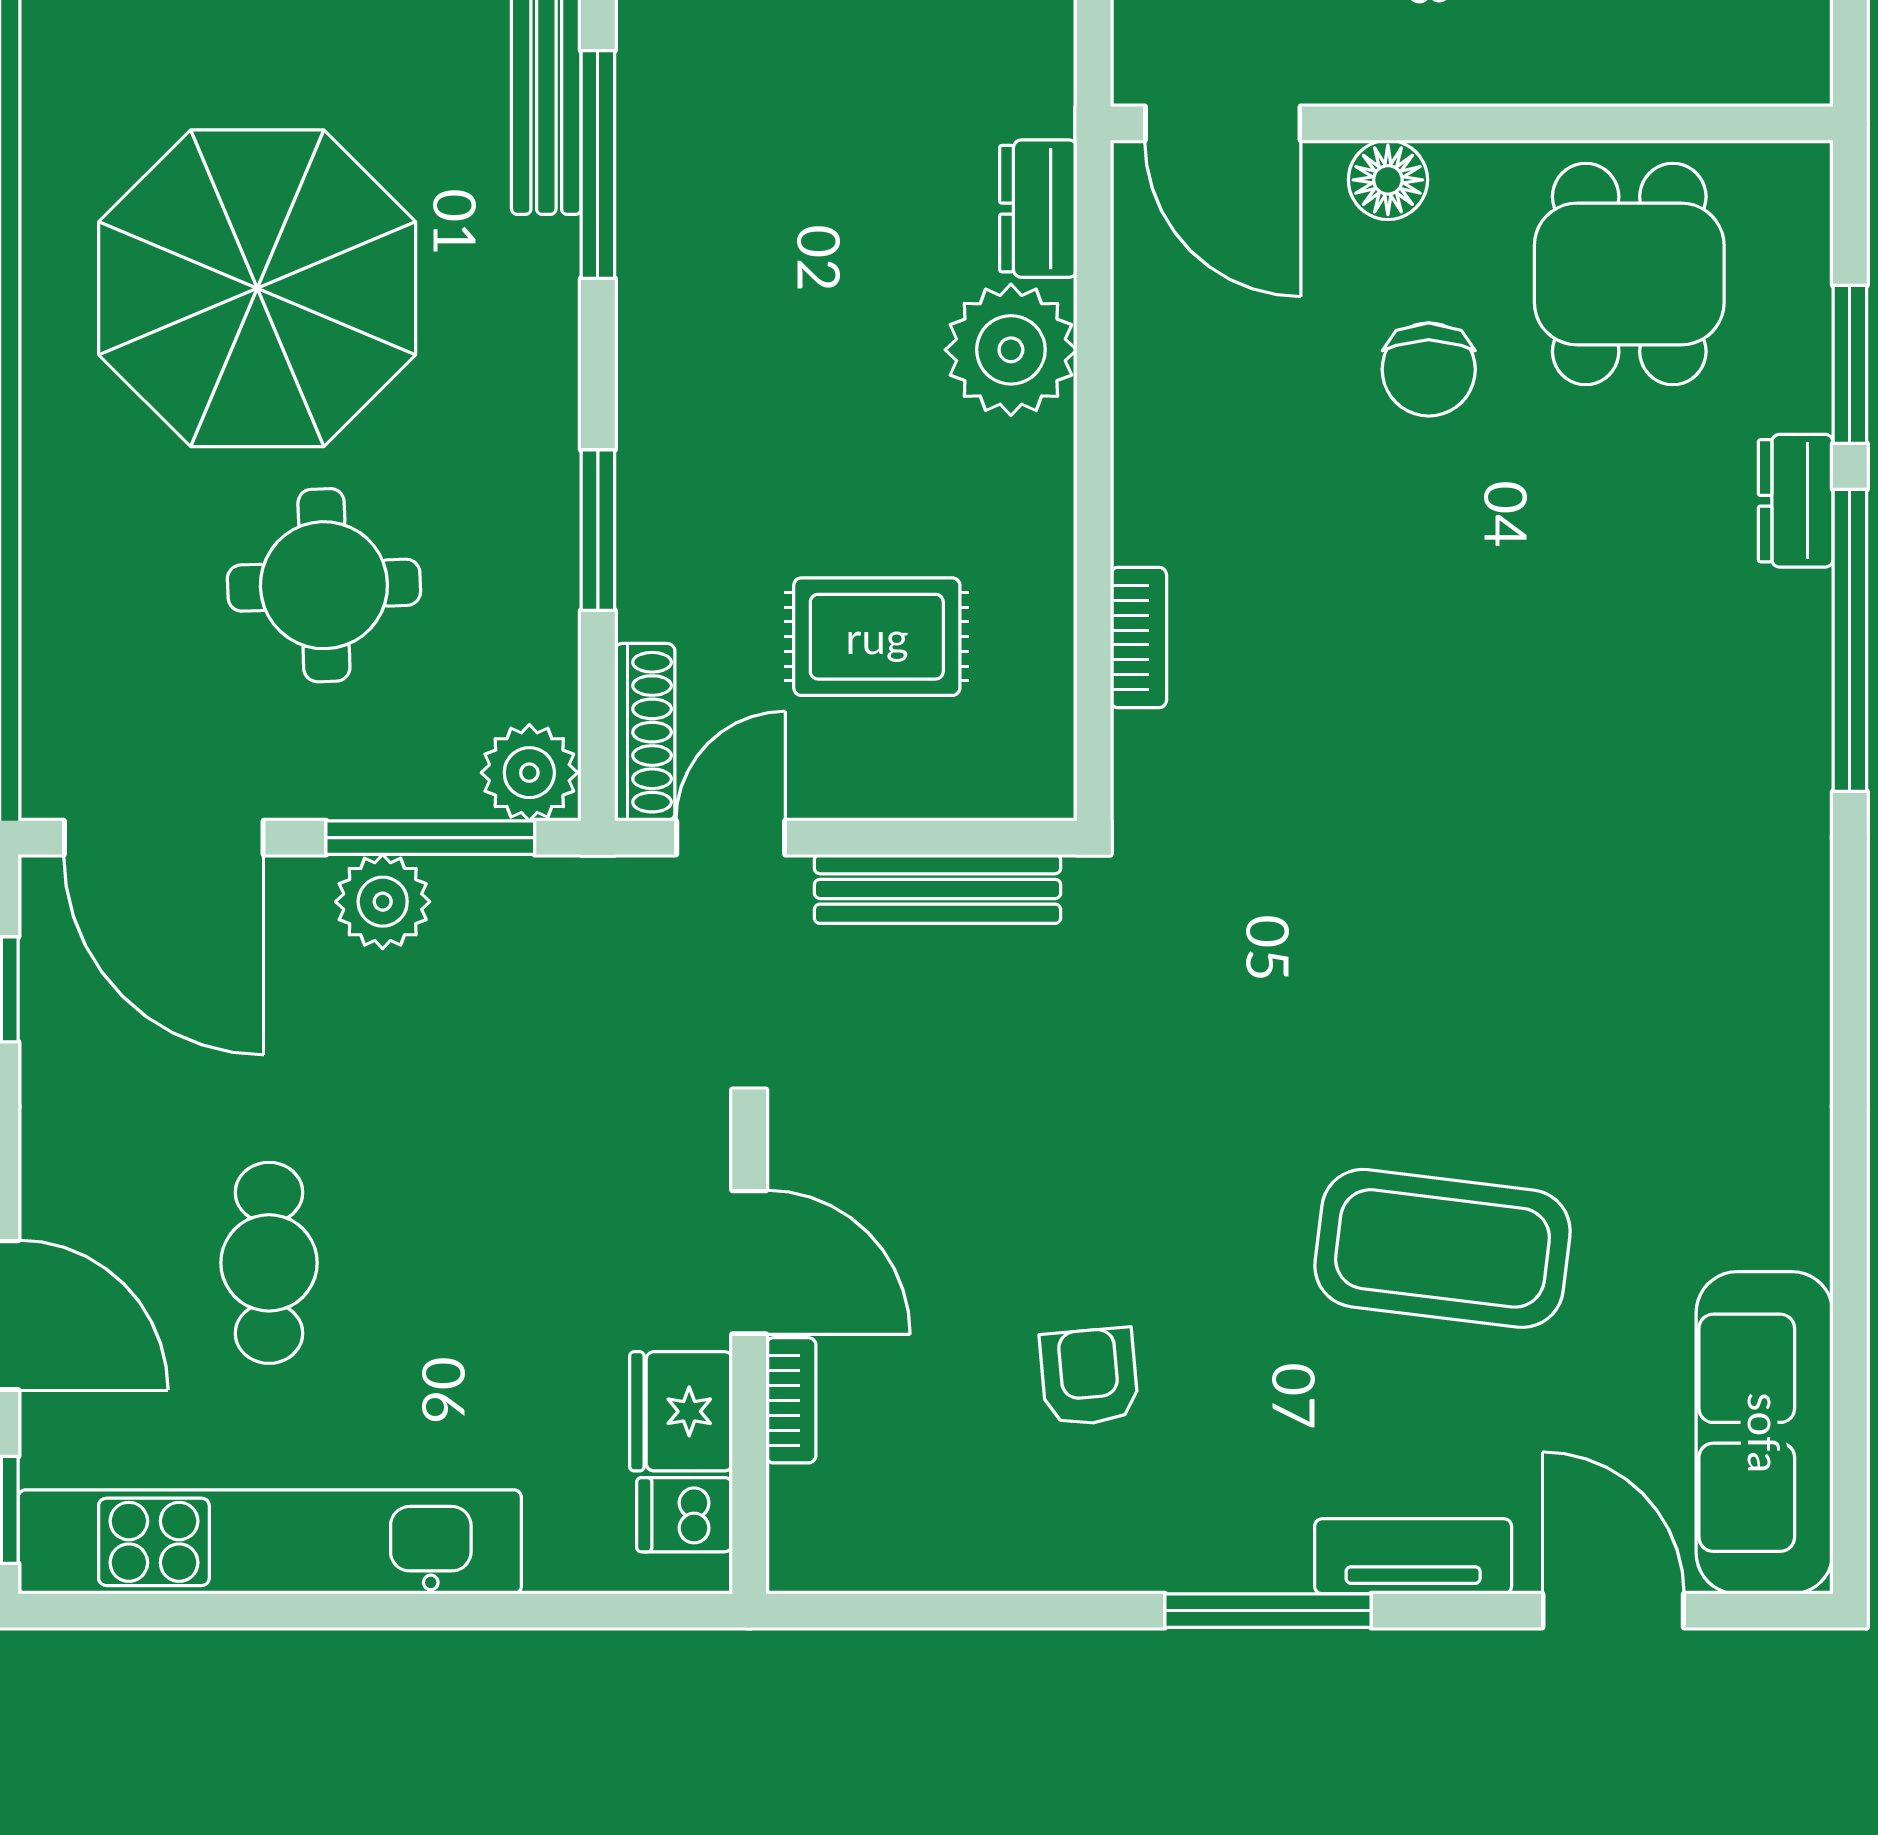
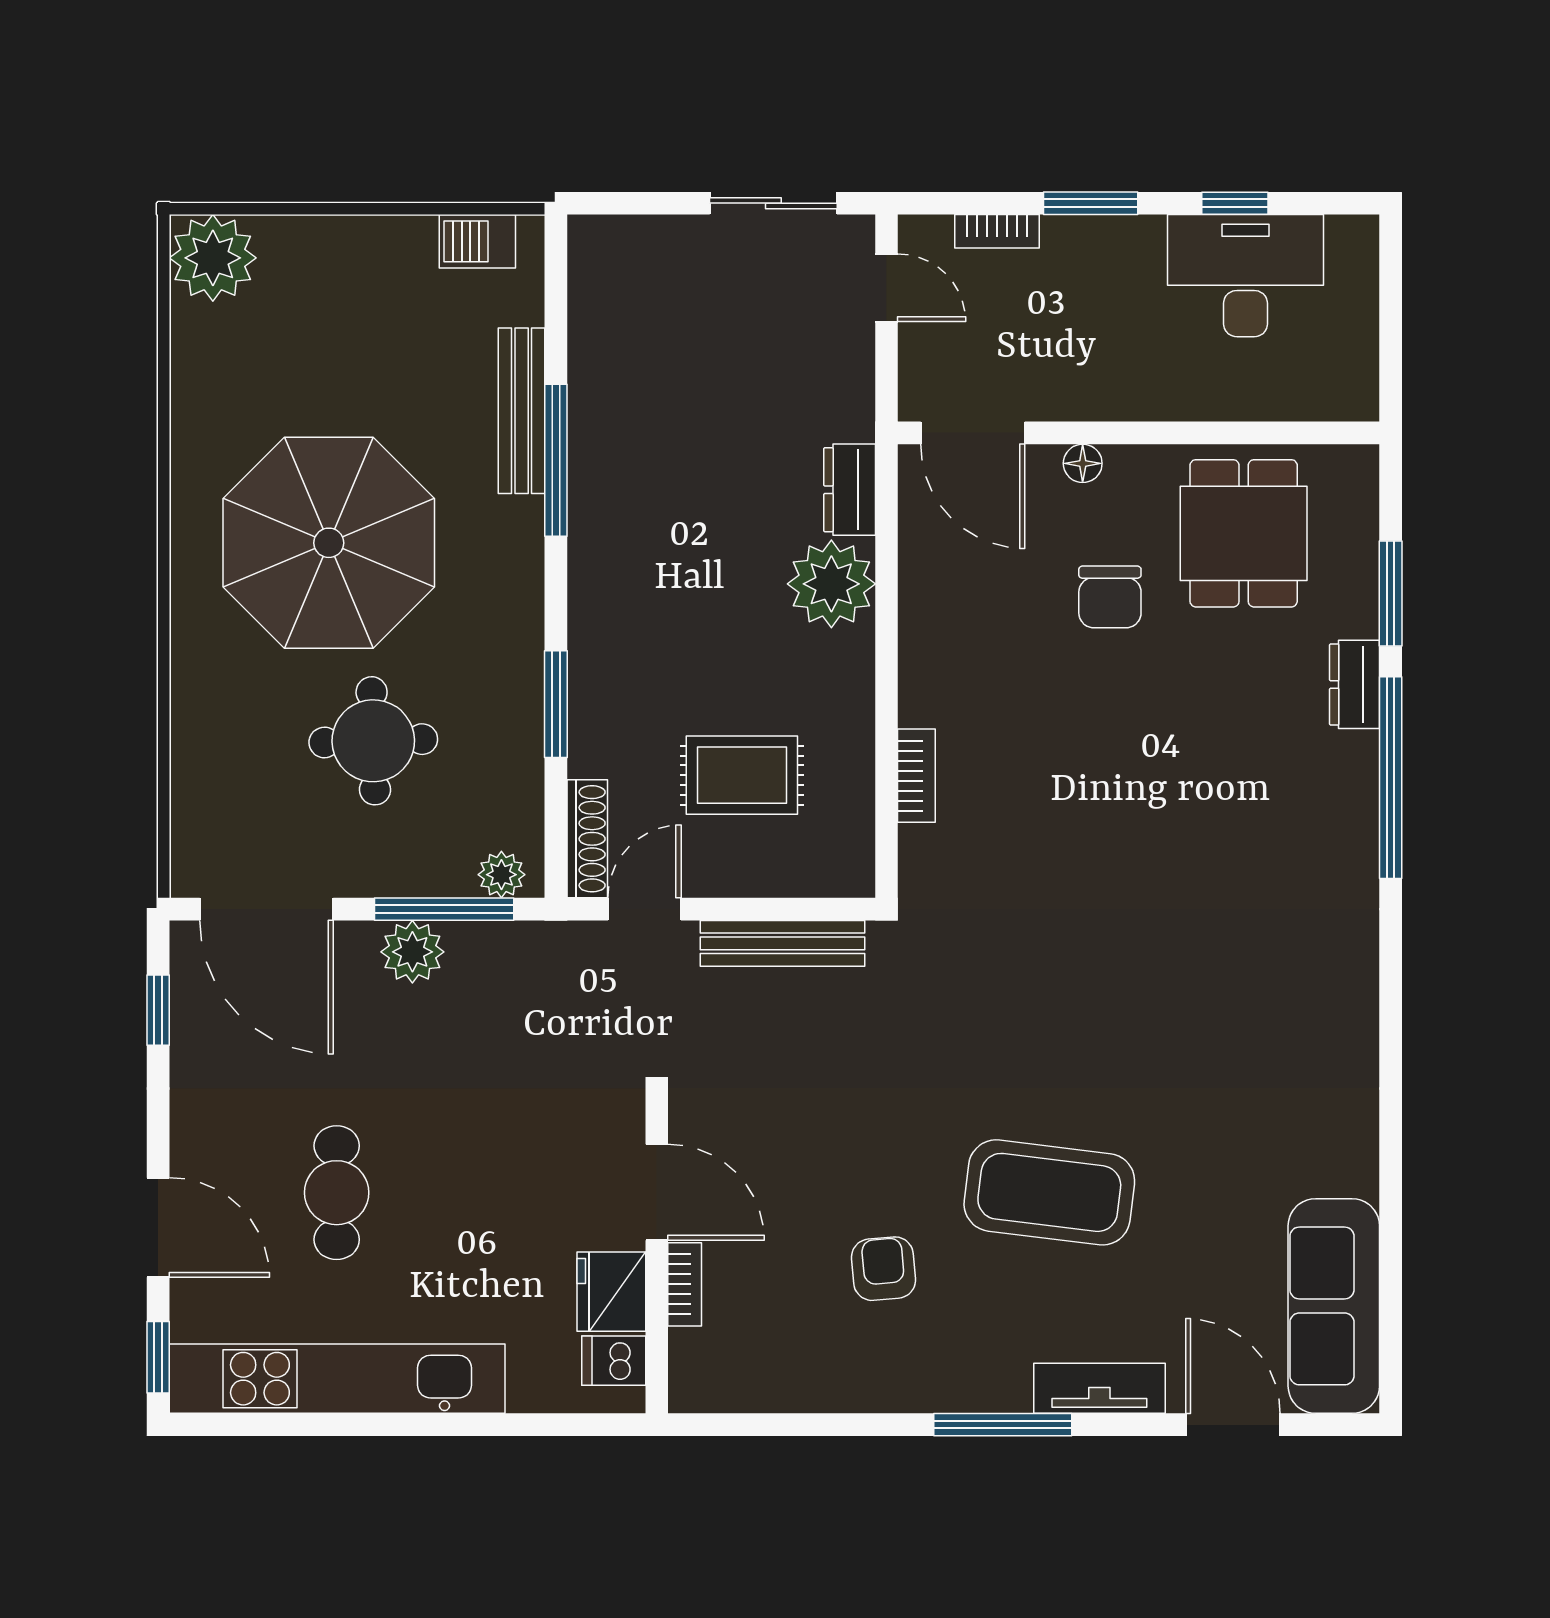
floor lamp: (1388, 180) -> (1083, 463), width x0.73, depth x0.73
plant: (529, 773) -> (501, 875), width x0.73, depth x0.73
coffee table: (1442, 1248) -> (1049, 1192), moved

